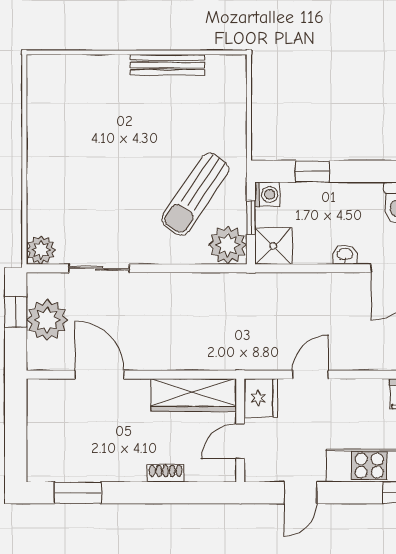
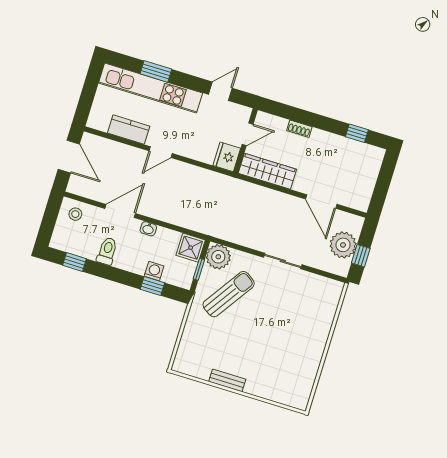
bench: (168, 65) -> (227, 380), width x0.73
washing machine: (267, 194) -> (154, 271), moved, turned 90
plant: (41, 250) -> (334, 289), removed
sliding door: (99, 268) -> (283, 261), moved
door: (310, 375) -> (161, 152), moved
window: (78, 493) -> (357, 133), width x0.67

